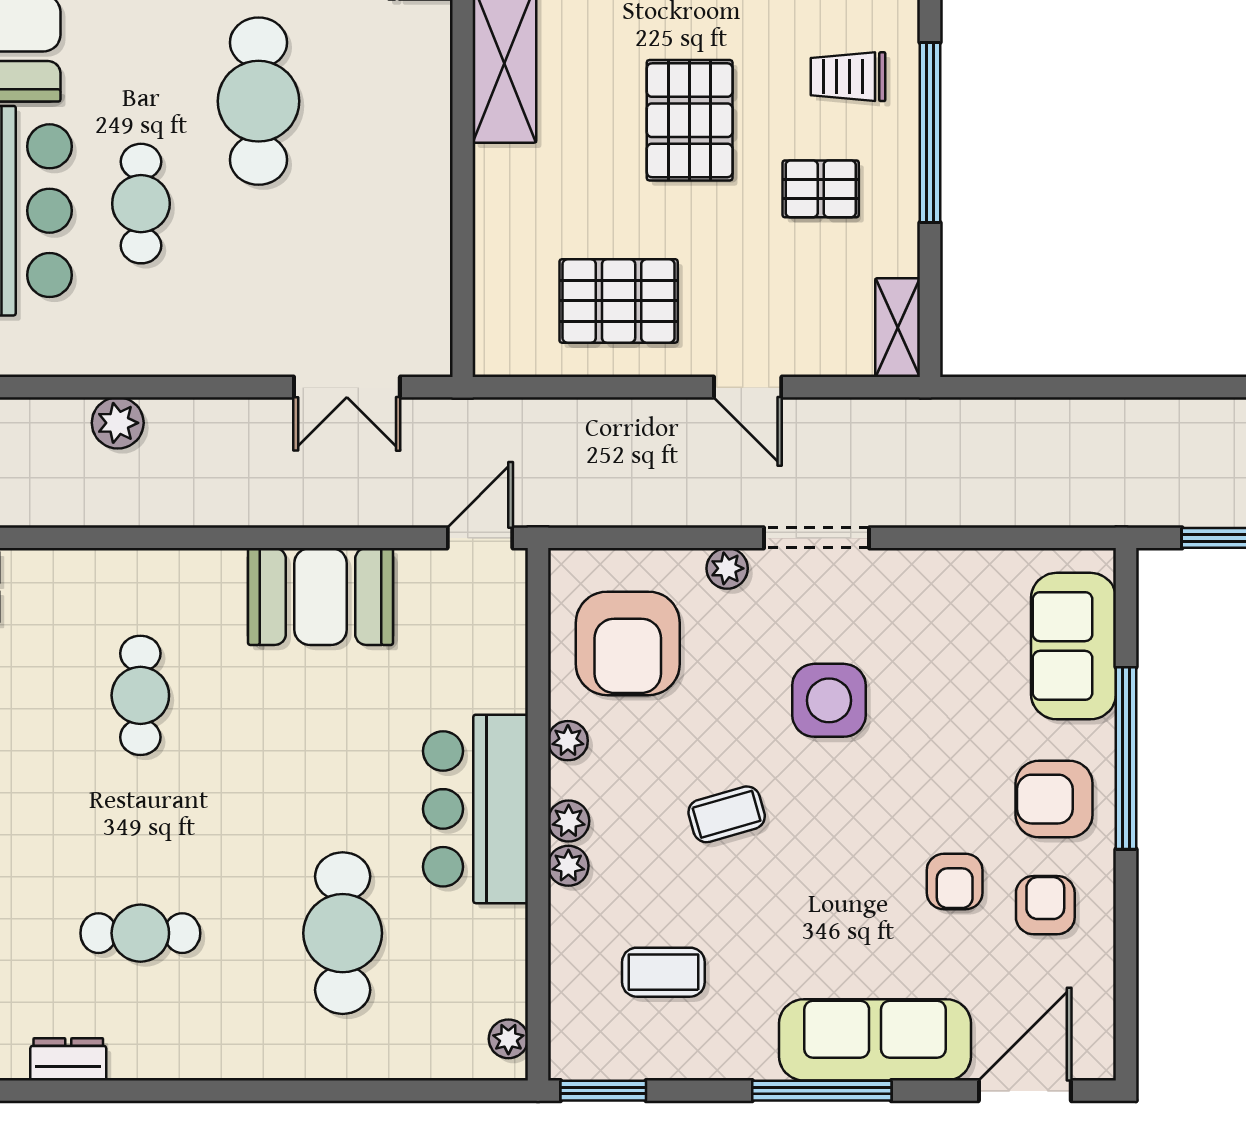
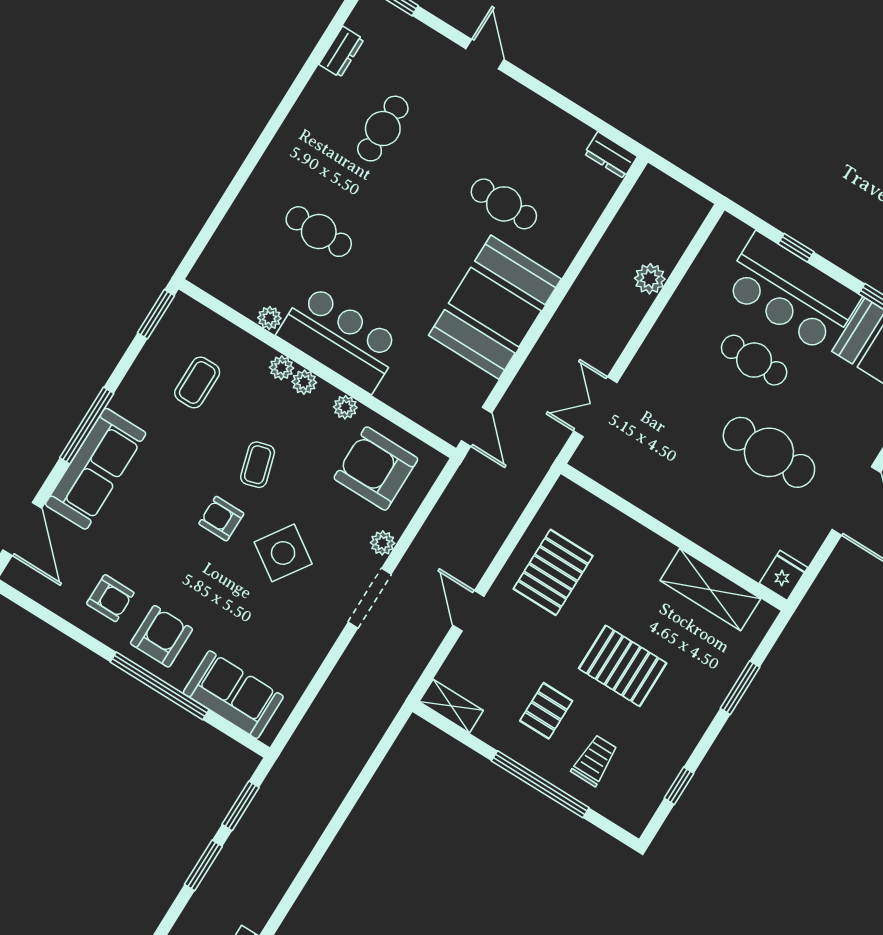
door: (748, 387) -> (468, 611), hinge flipped
booth: (321, 596) -> (495, 307), width x1.36, depth x1.42
side table: (829, 700) -> (283, 553), turned 34
armchair: (955, 881) -> (221, 519), moved
cafe table: (343, 933) -> (319, 232), width x0.73, depth x0.74
plant: (508, 1039) -> (269, 318), moved

